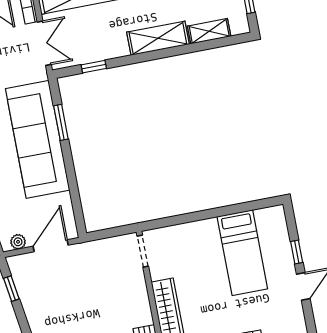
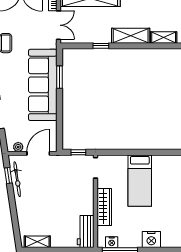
window: (94, 67) -> (101, 46), moved
window: (112, 232) -> (78, 152), added
bed: (242, 253) -> (140, 181), moved
bicycle: (26, 292) -> (17, 179), added

